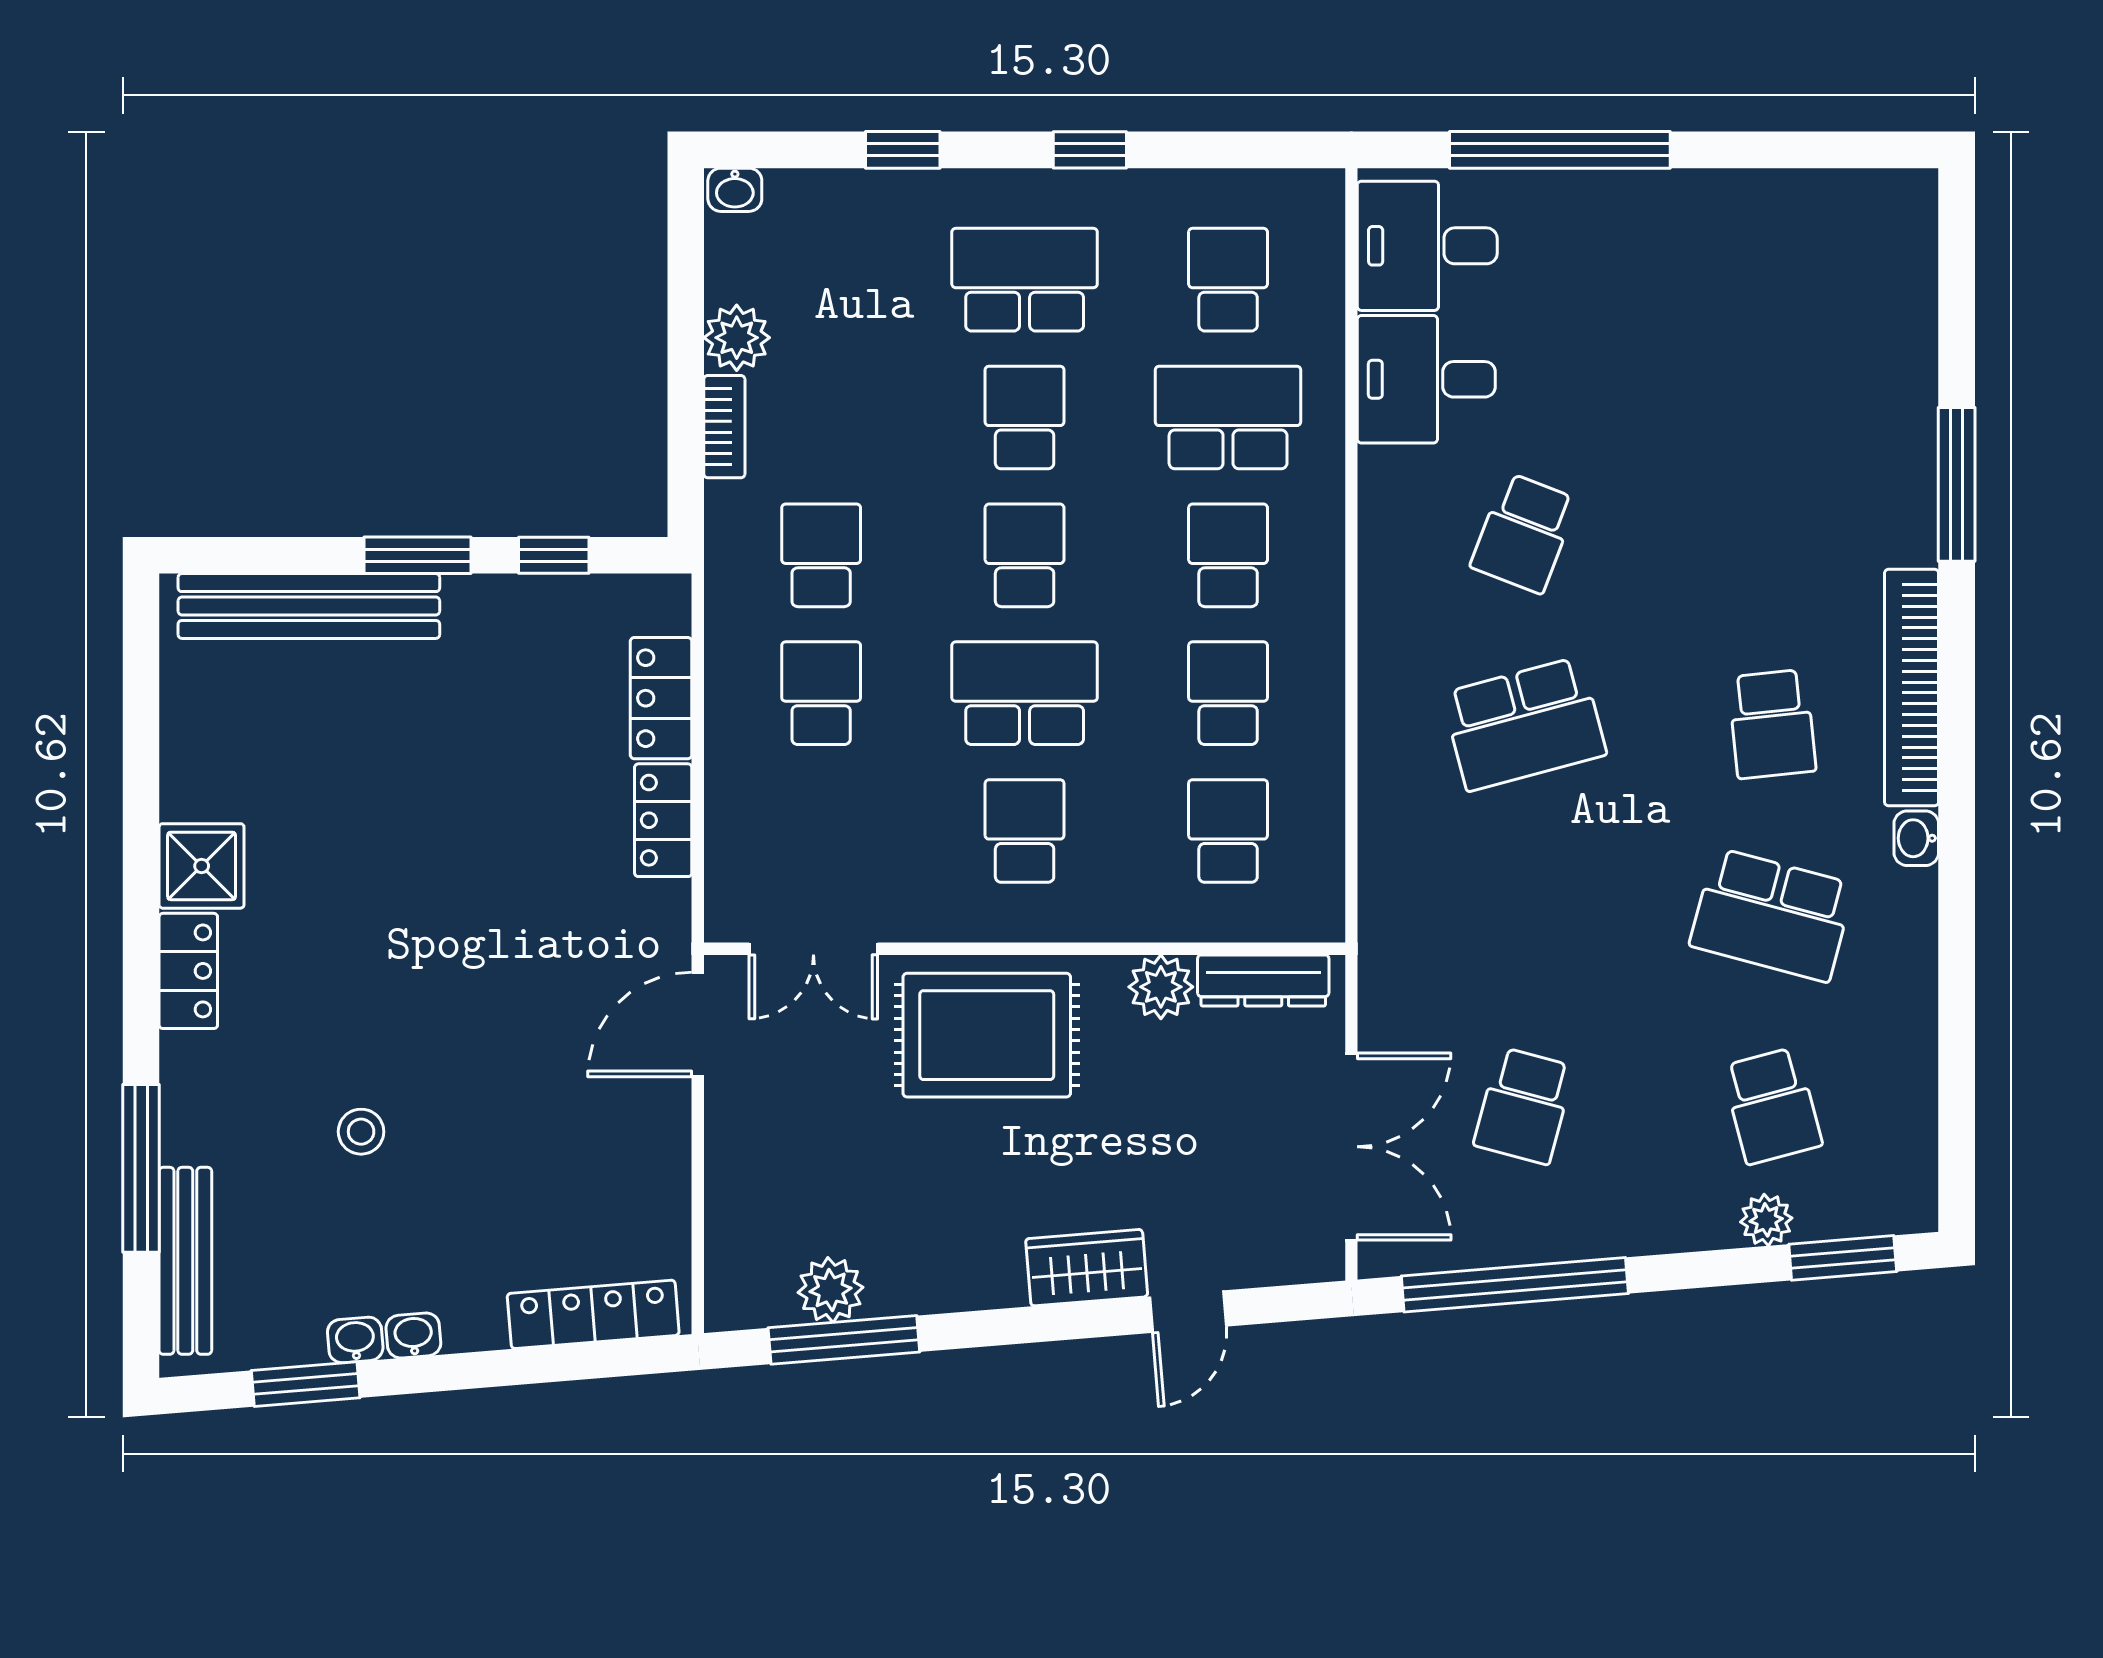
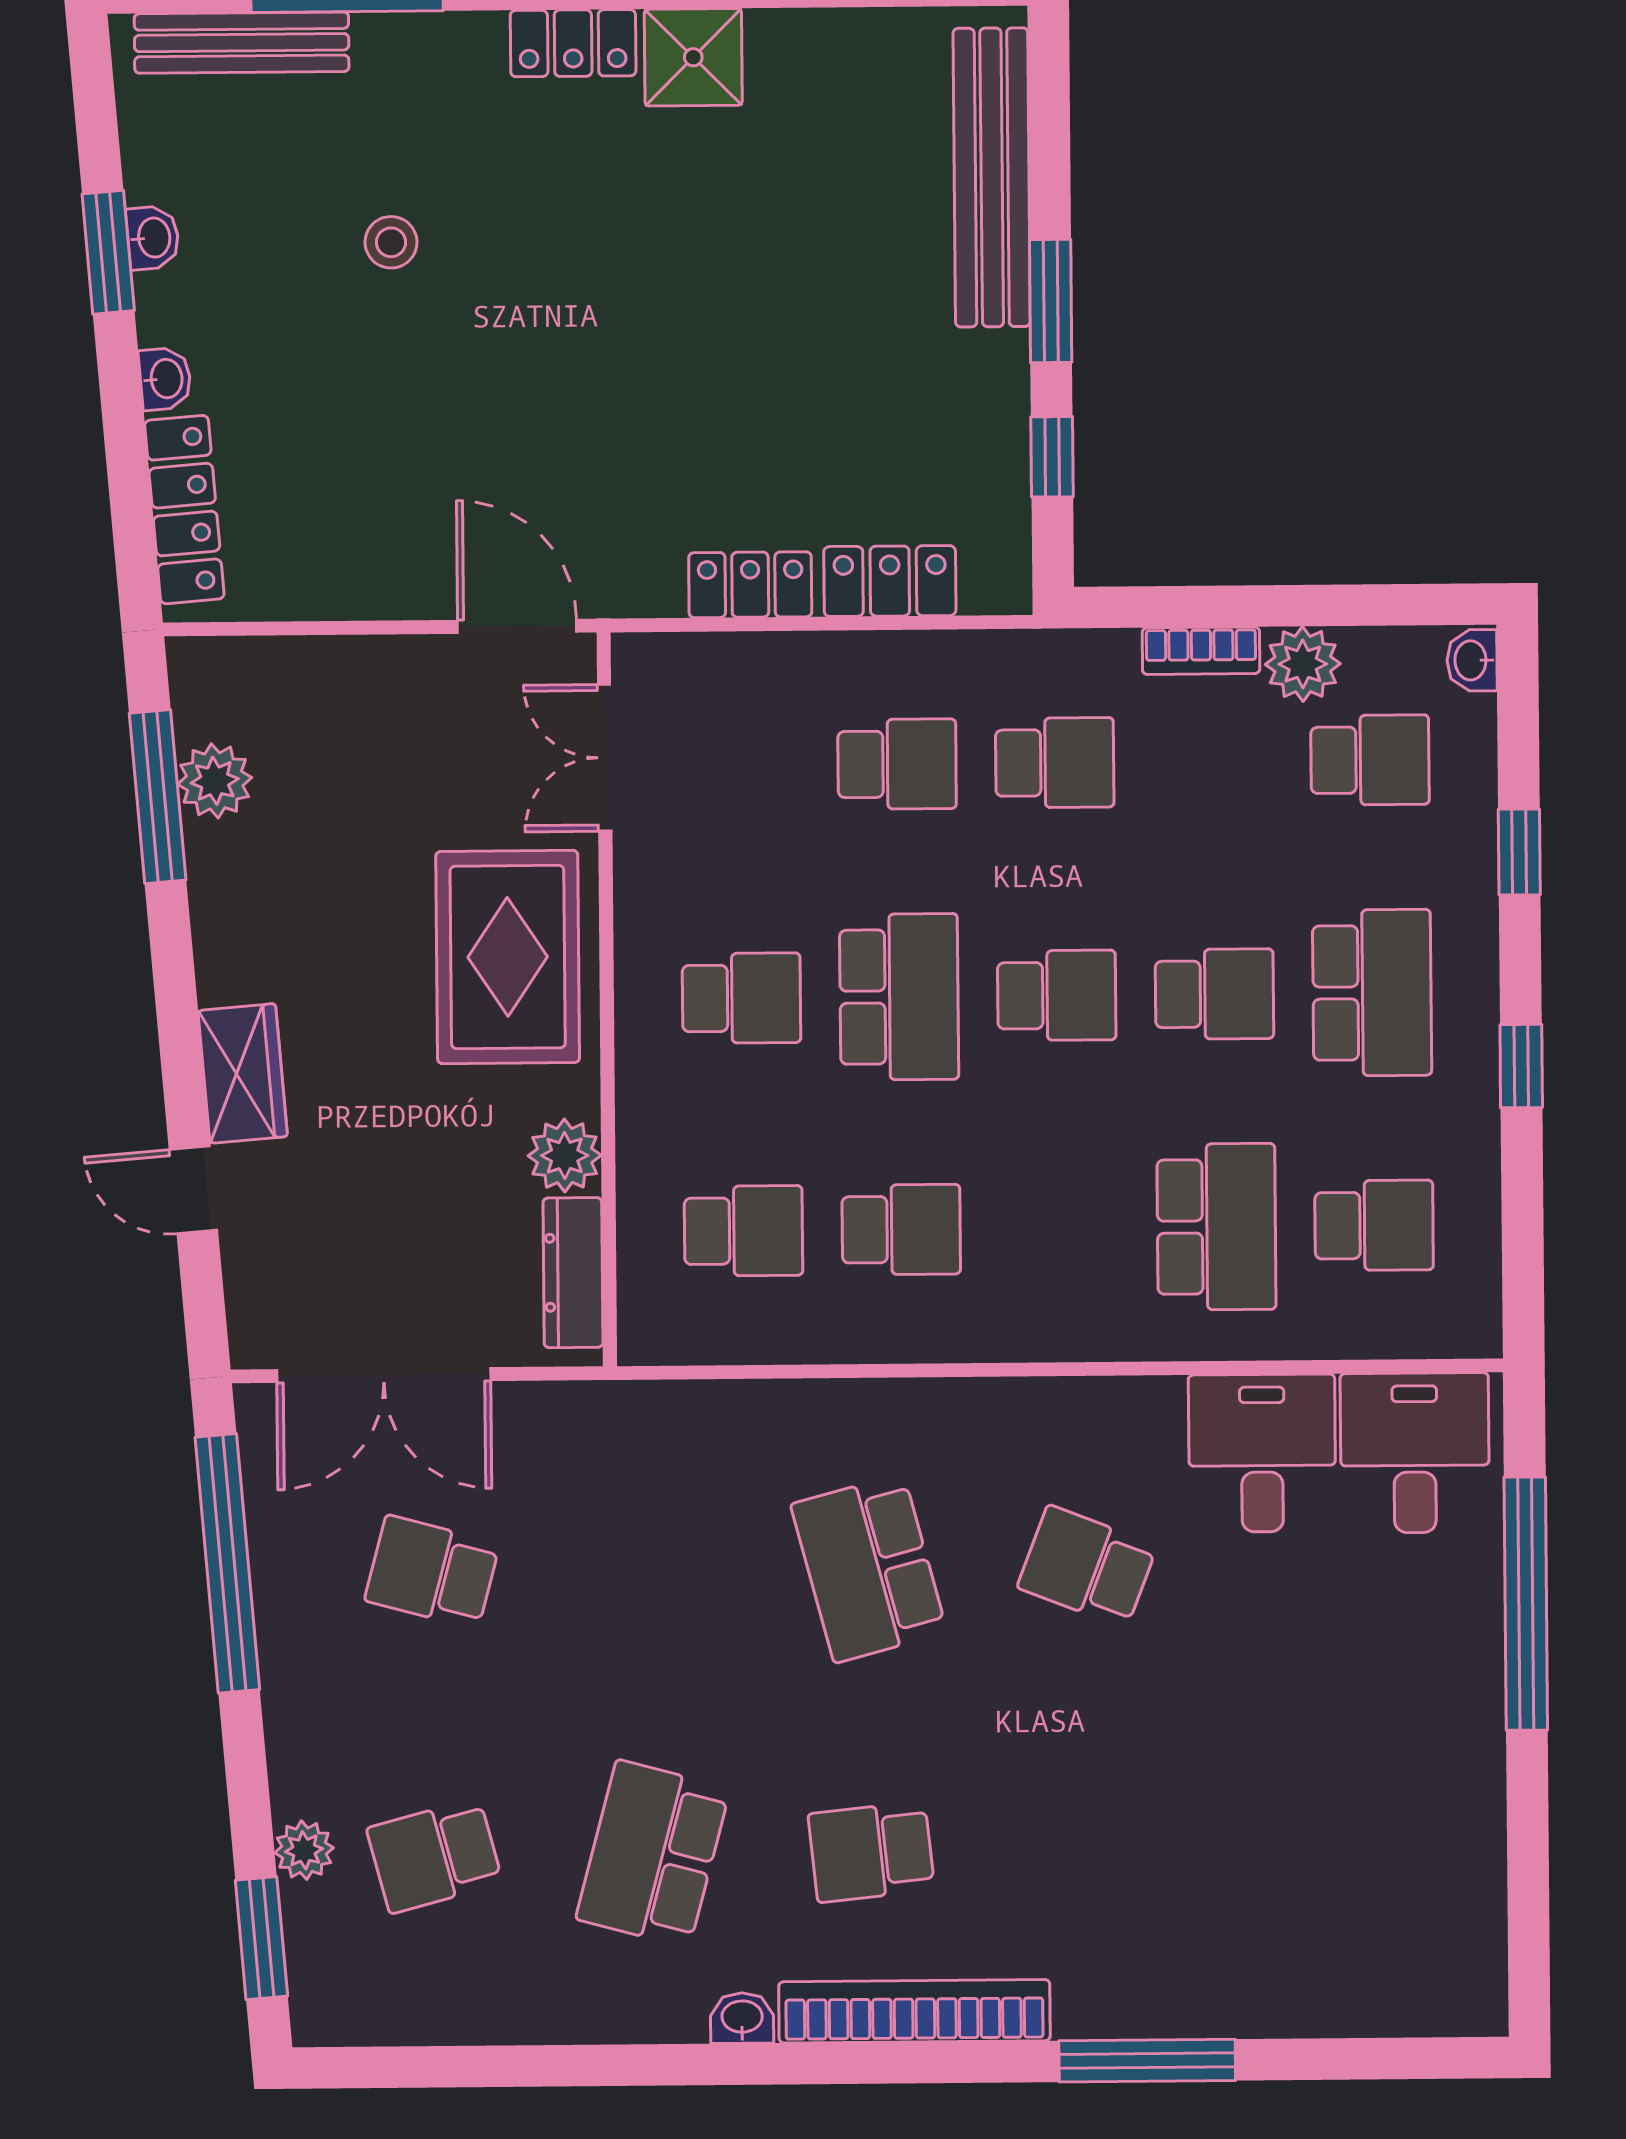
school desk: (1228, 555) -> (1370, 760), moved
washbasin: (413, 1335) -> (165, 379), moved
window: (306, 1384) -> (108, 252), moved

